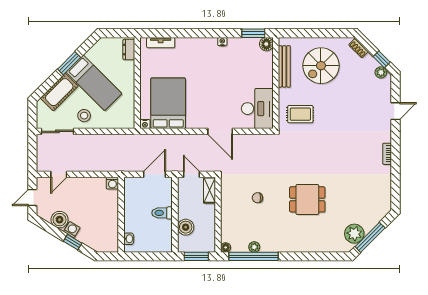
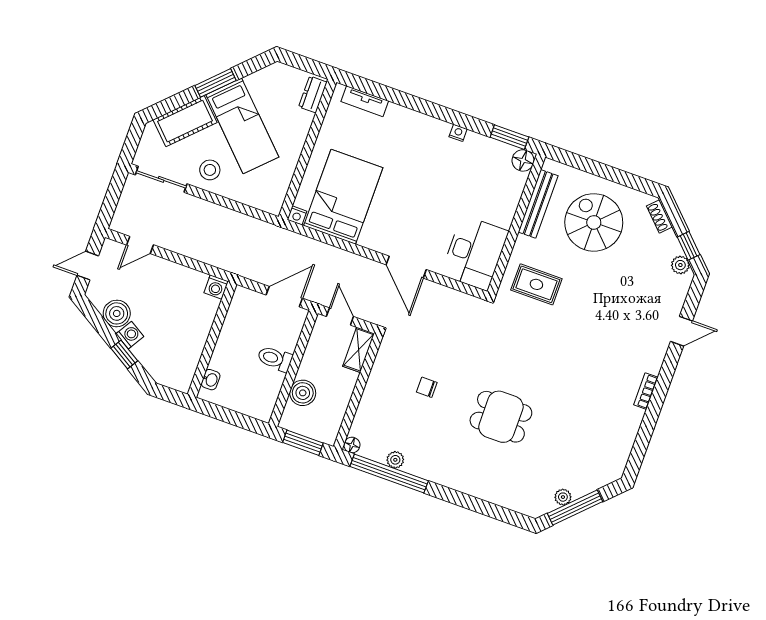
spiral stairs: (321, 66) -> (594, 222), turned 90
plant: (354, 234) -> (563, 497), width x0.53, depth x0.53

